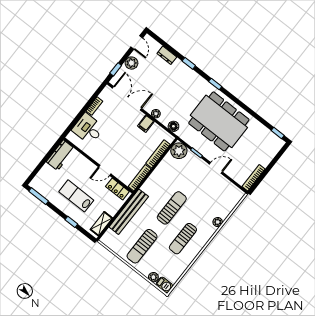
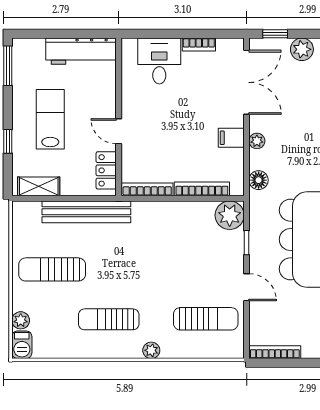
workbench: (60, 155) -> (81, 51), width x1.38
sun lounger: (172, 208) -> (206, 319), moved
plant: (218, 222) -> (151, 350), moved

